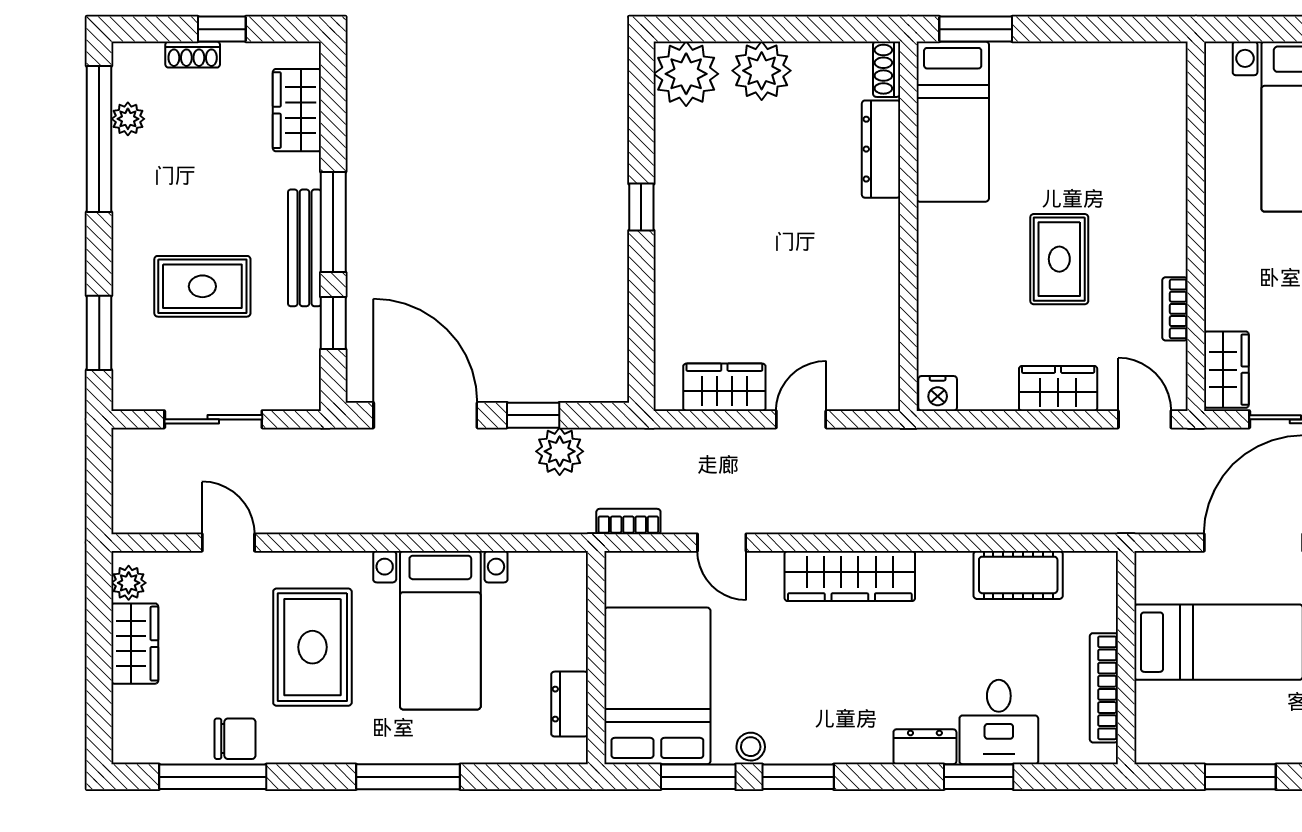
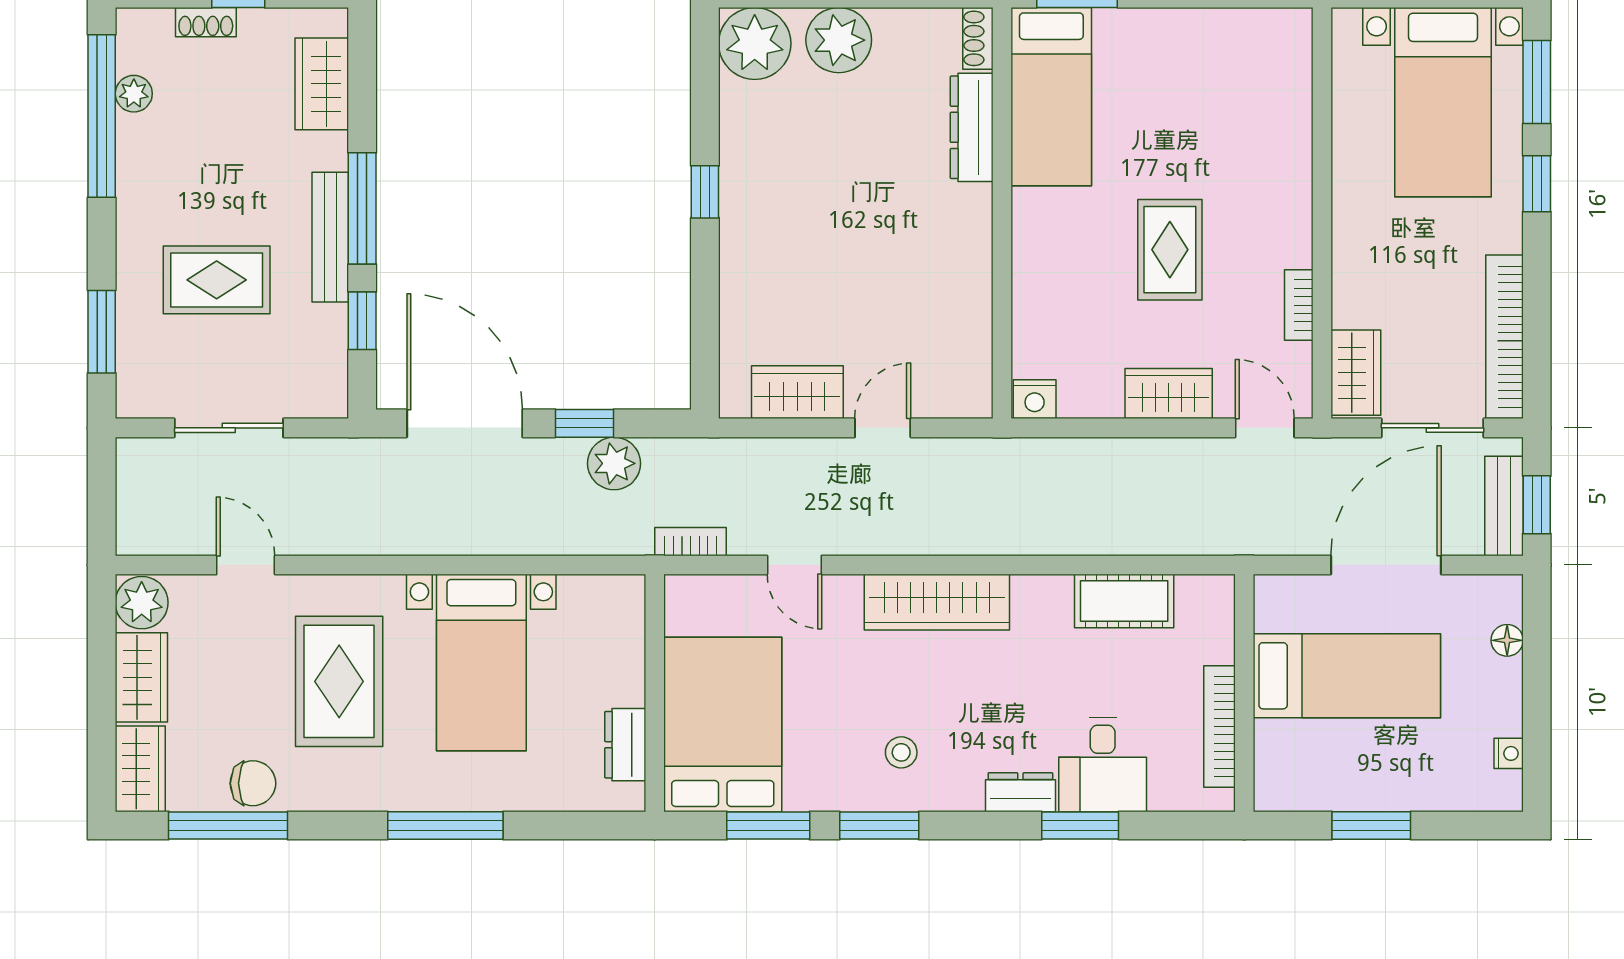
plant: (129, 583) -> (142, 603), width x1.38, depth x1.38
wardrobe: (134, 726) -> (140, 769), added
stool: (751, 747) -> (901, 752), moved

